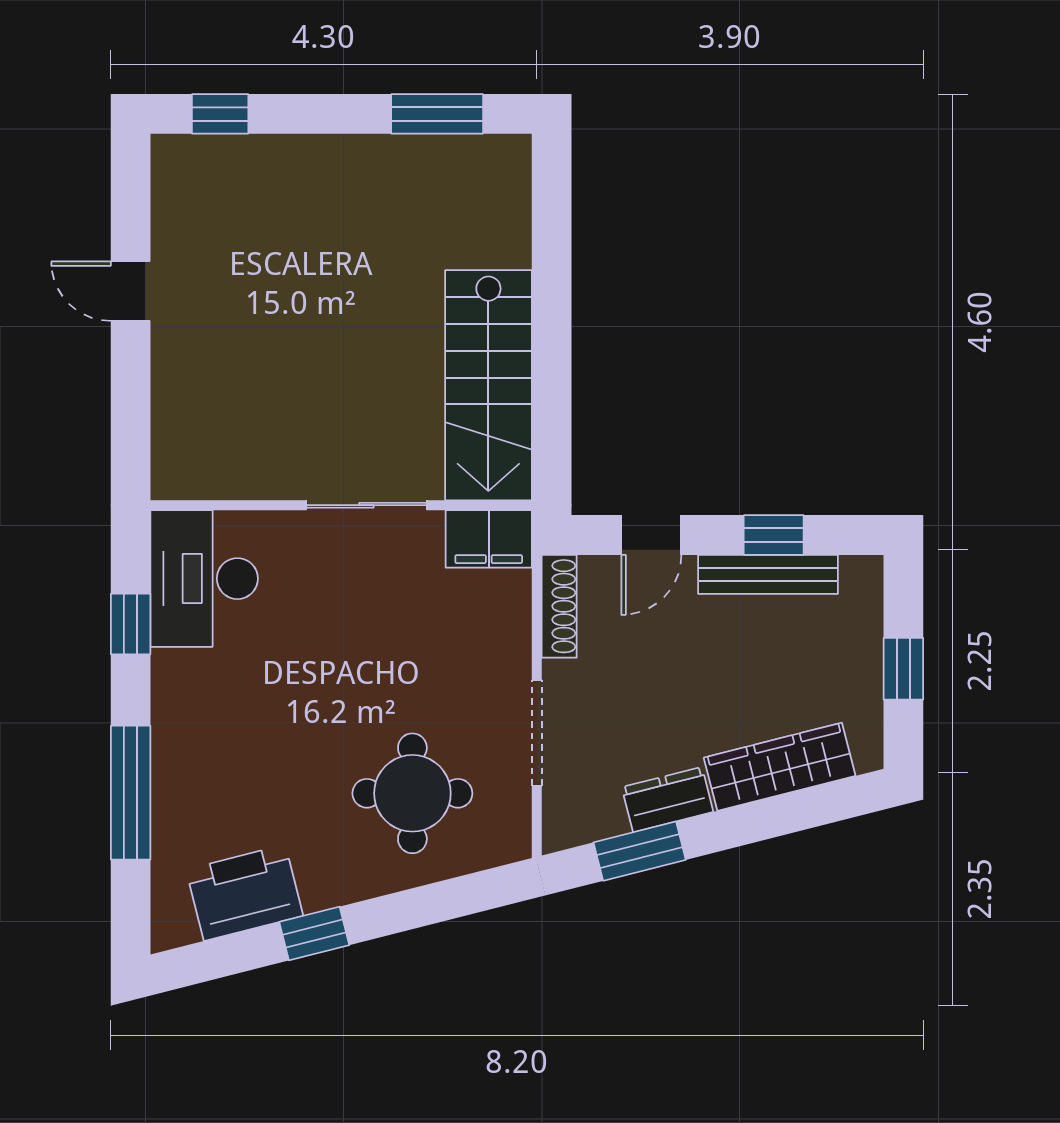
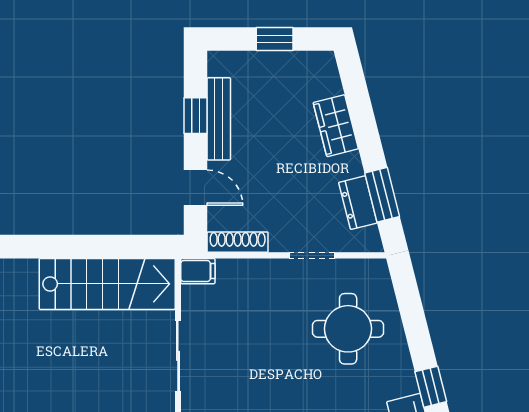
filing cabinet: (489, 539) -> (198, 271), width x0.50
doorway: (537, 733) -> (312, 255), width x0.73
wardrobe: (780, 767) -> (336, 126), width x0.67
dresser: (668, 800) -> (358, 203), moved

